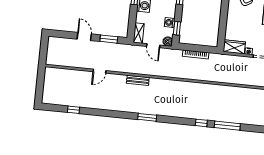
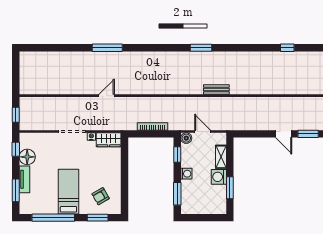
washing machine: (170, 23) -> (186, 174), moved
shelving: (139, 33) -> (221, 157), moved
window: (109, 39) -> (308, 134), moved
door: (100, 71) -> (107, 96), moved
window: (201, 123) -> (138, 48), removed

